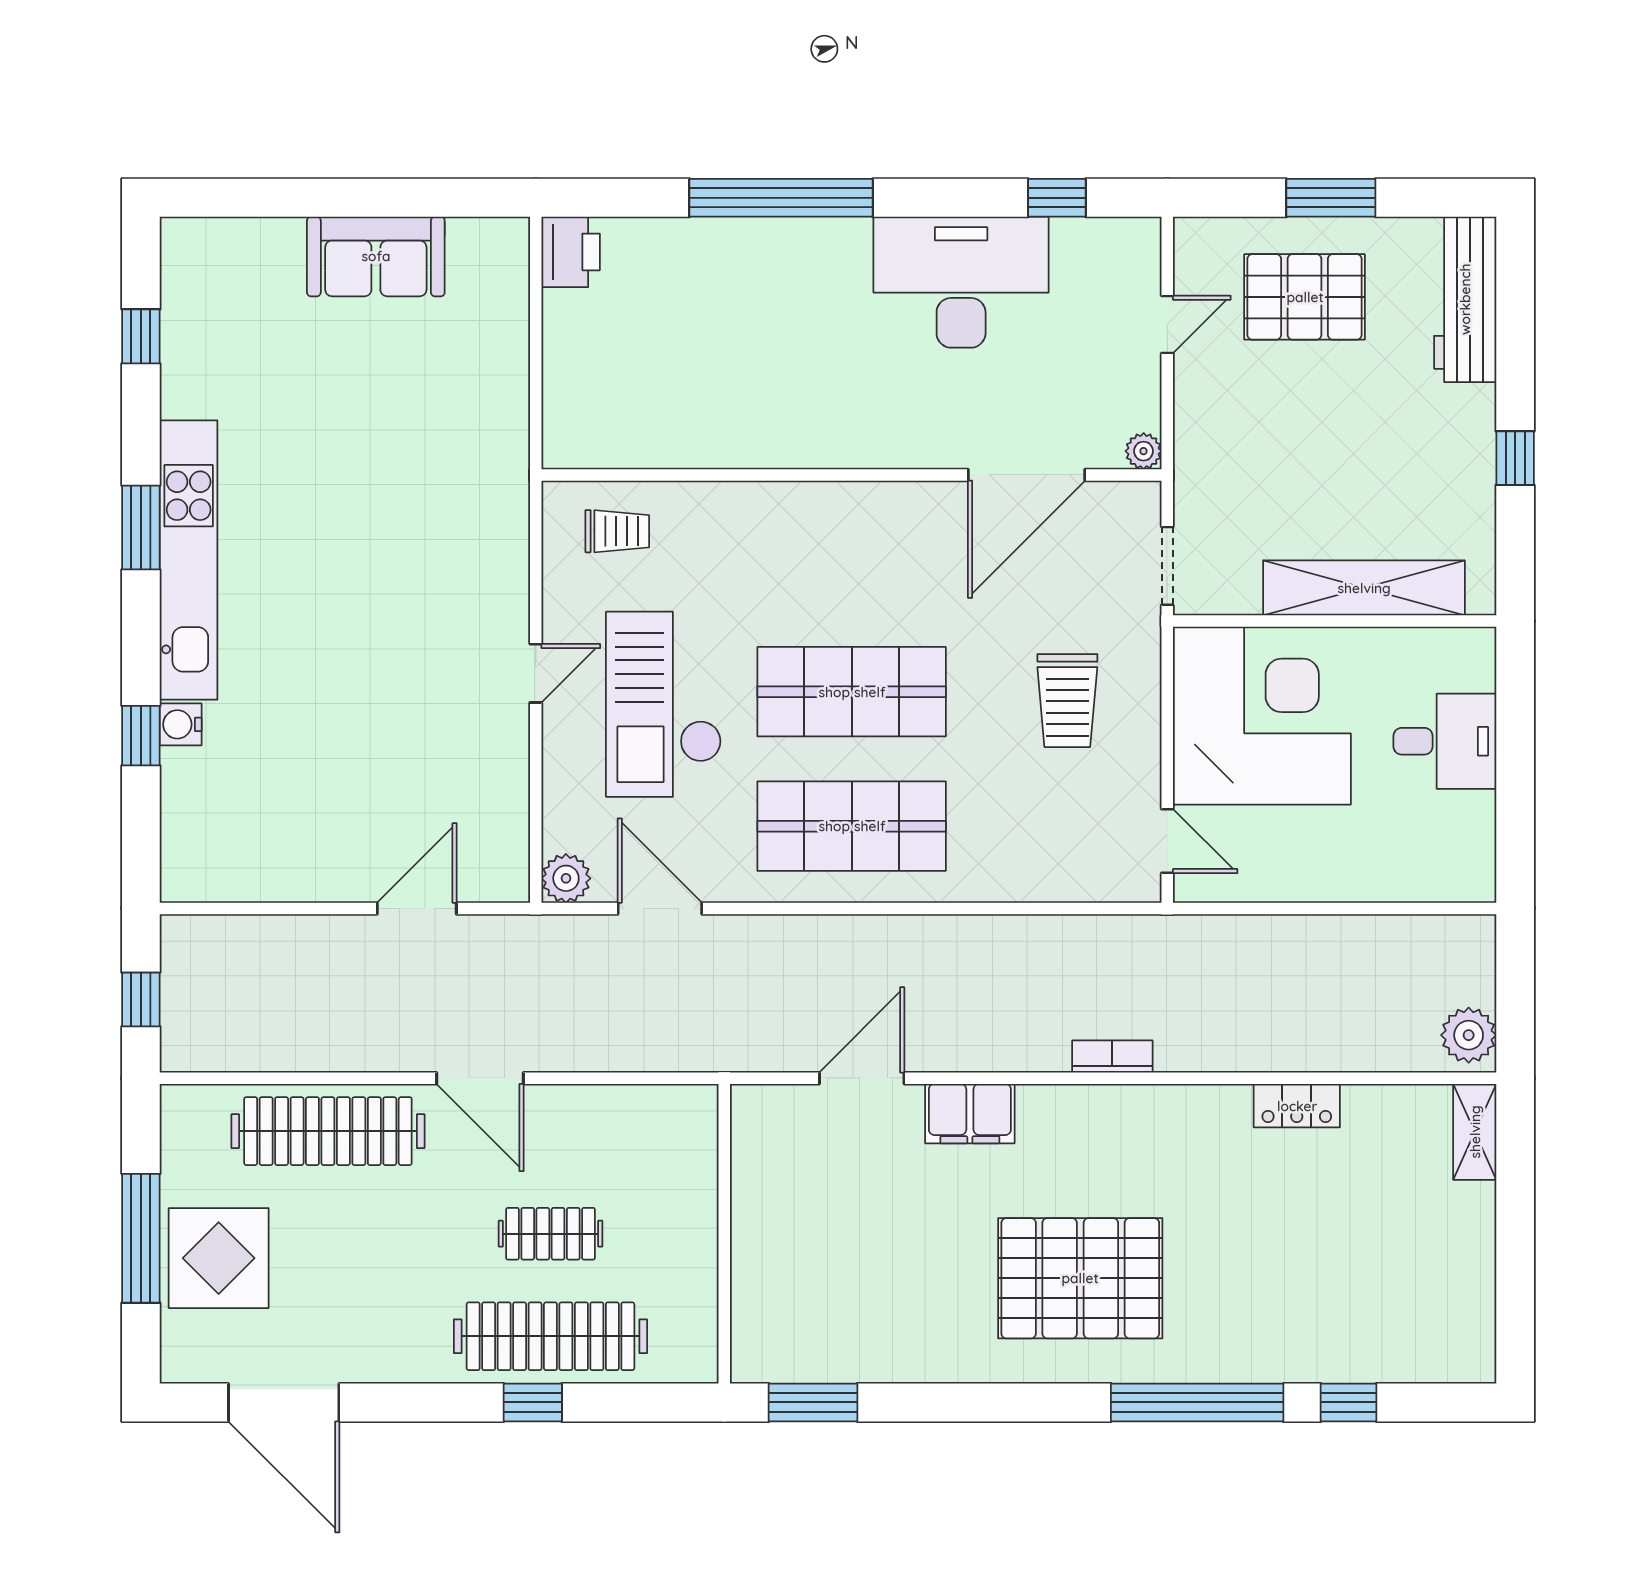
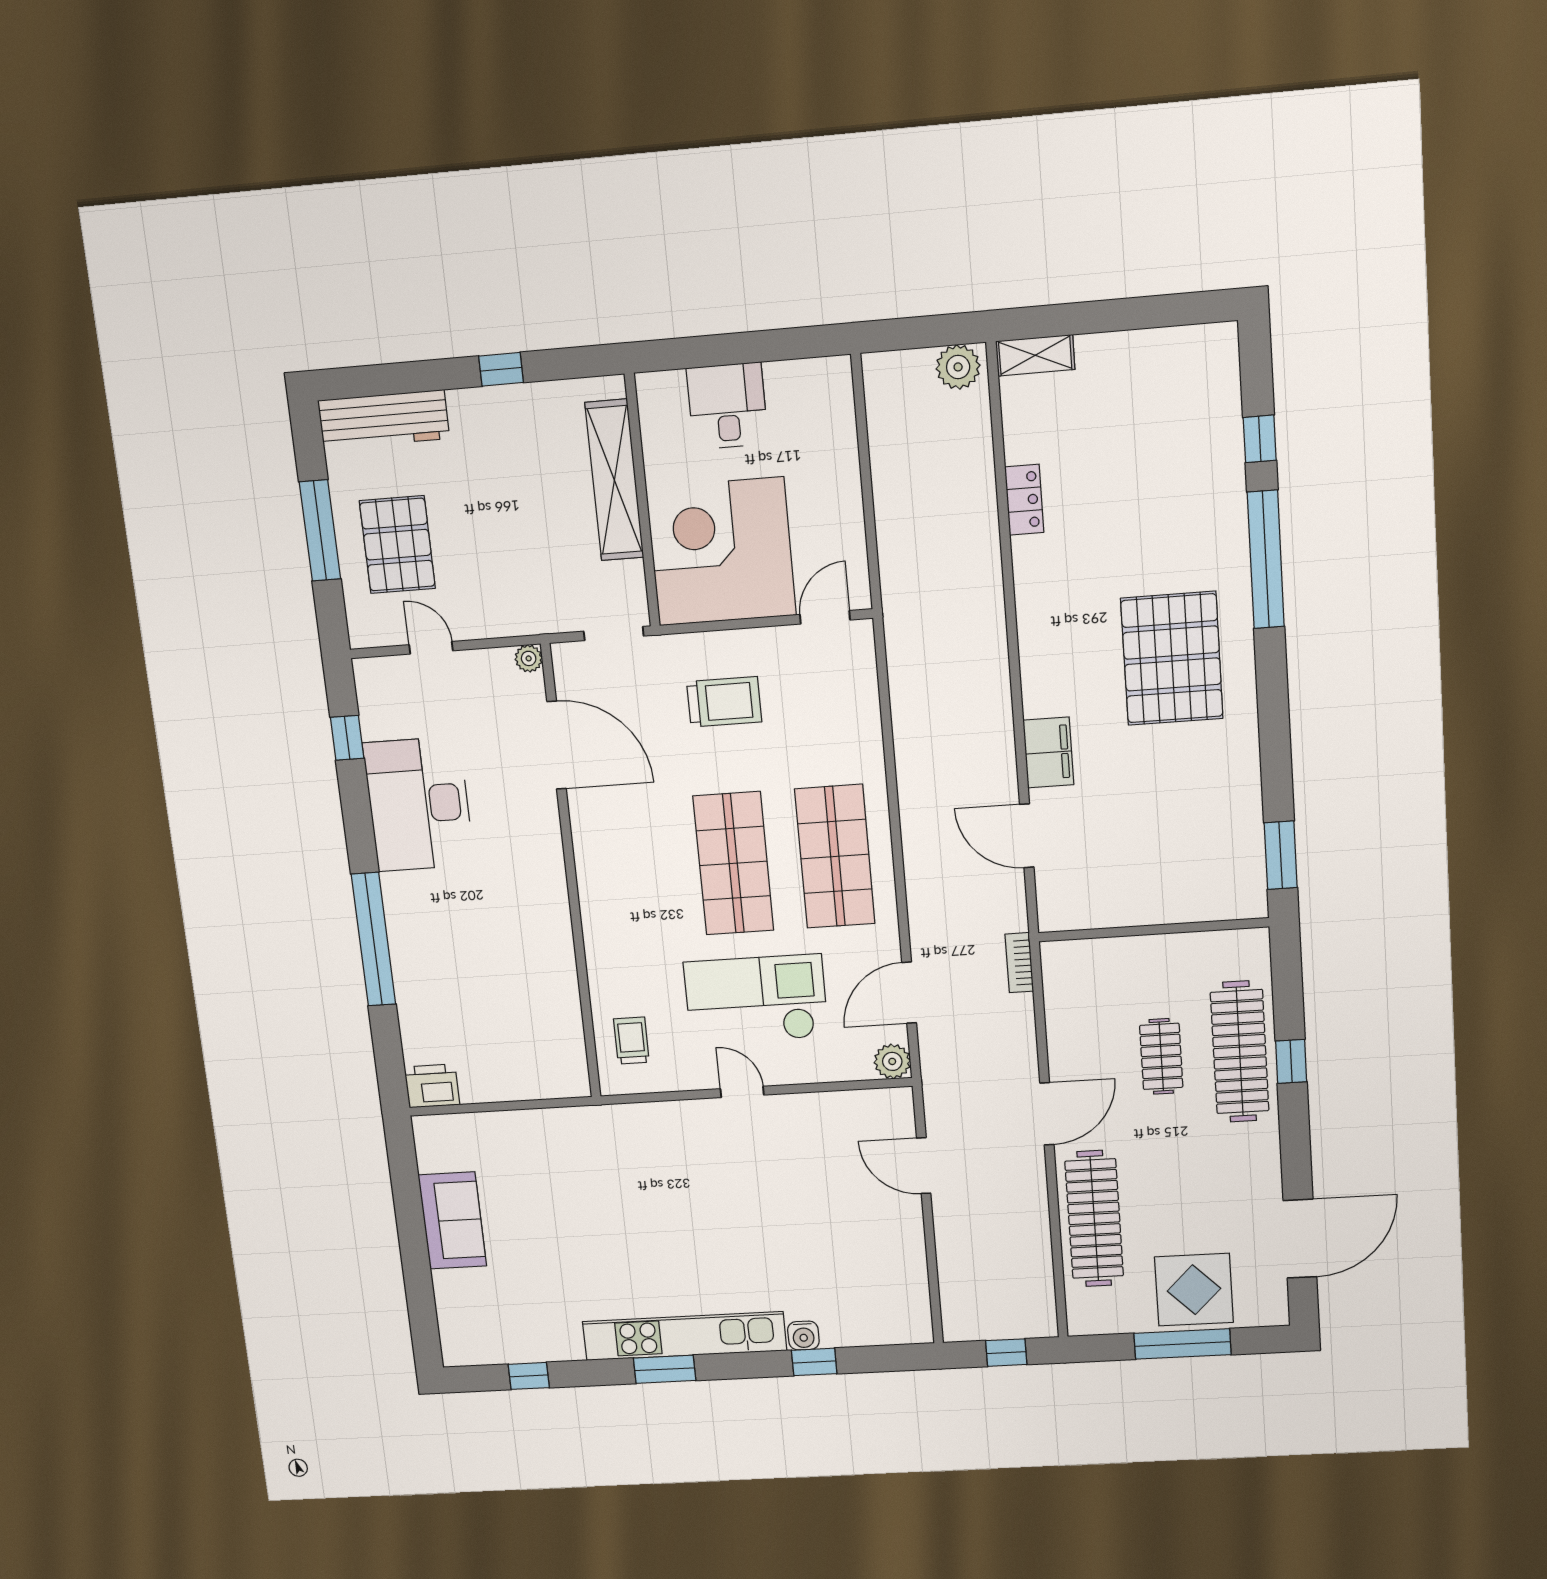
window: (1331, 198) -> (320, 530), width x1.44
checkout: (664, 704) -> (756, 999), turned 180
bookcase: (1112, 1056) -> (1019, 963), moved

